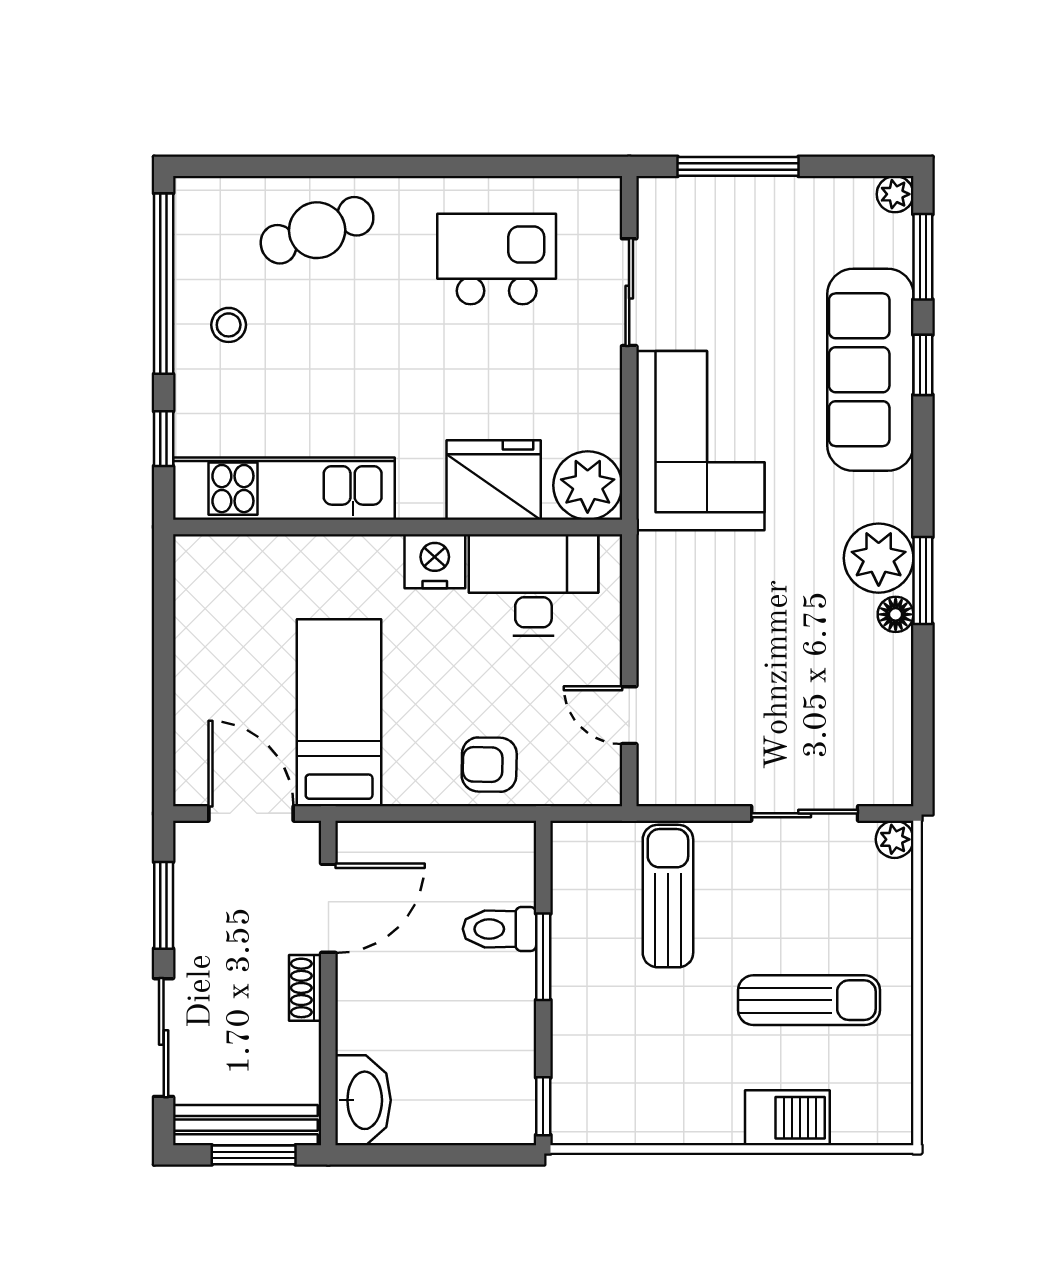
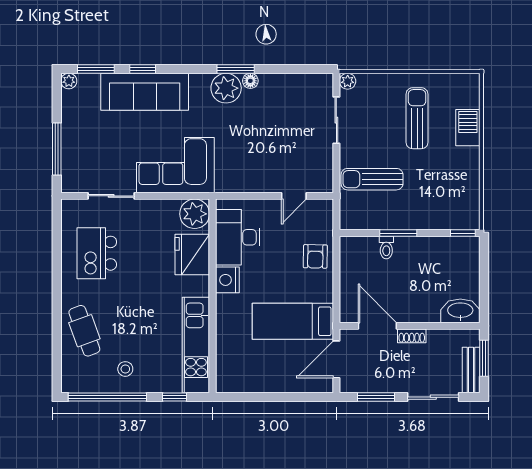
toilet: (499, 929) -> (386, 248), width x0.73, depth x0.72
bench: (245, 1125) -> (471, 370), width x0.73

